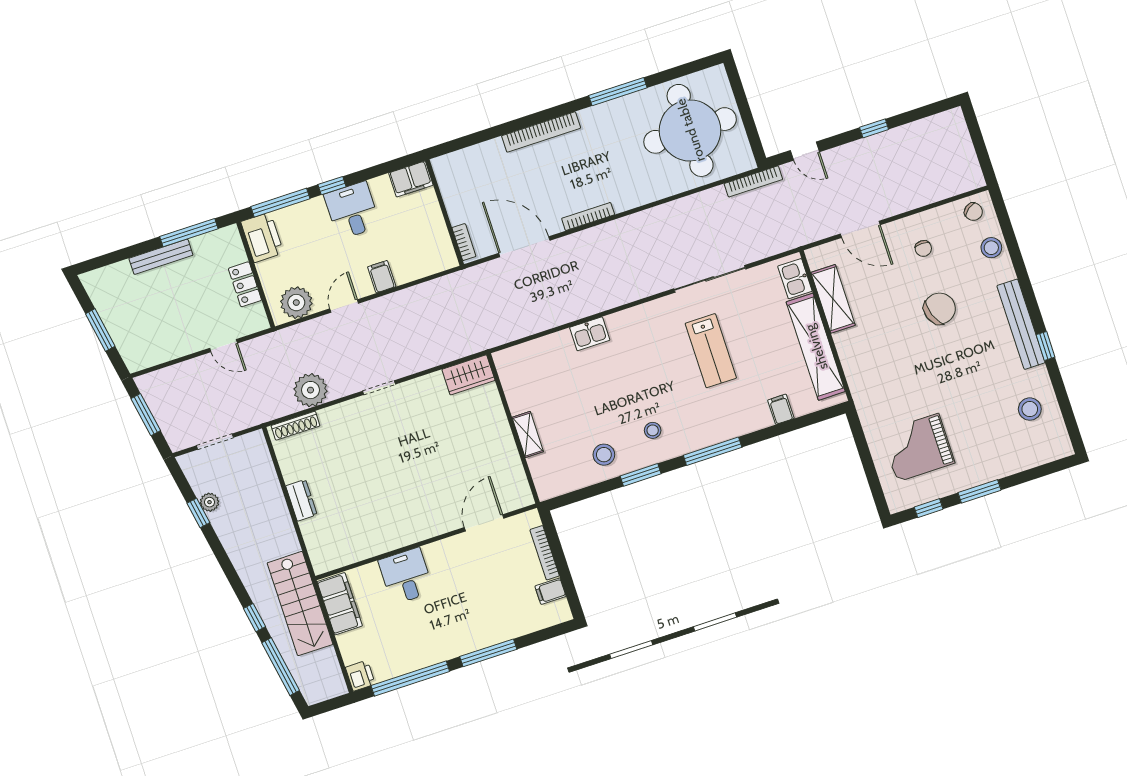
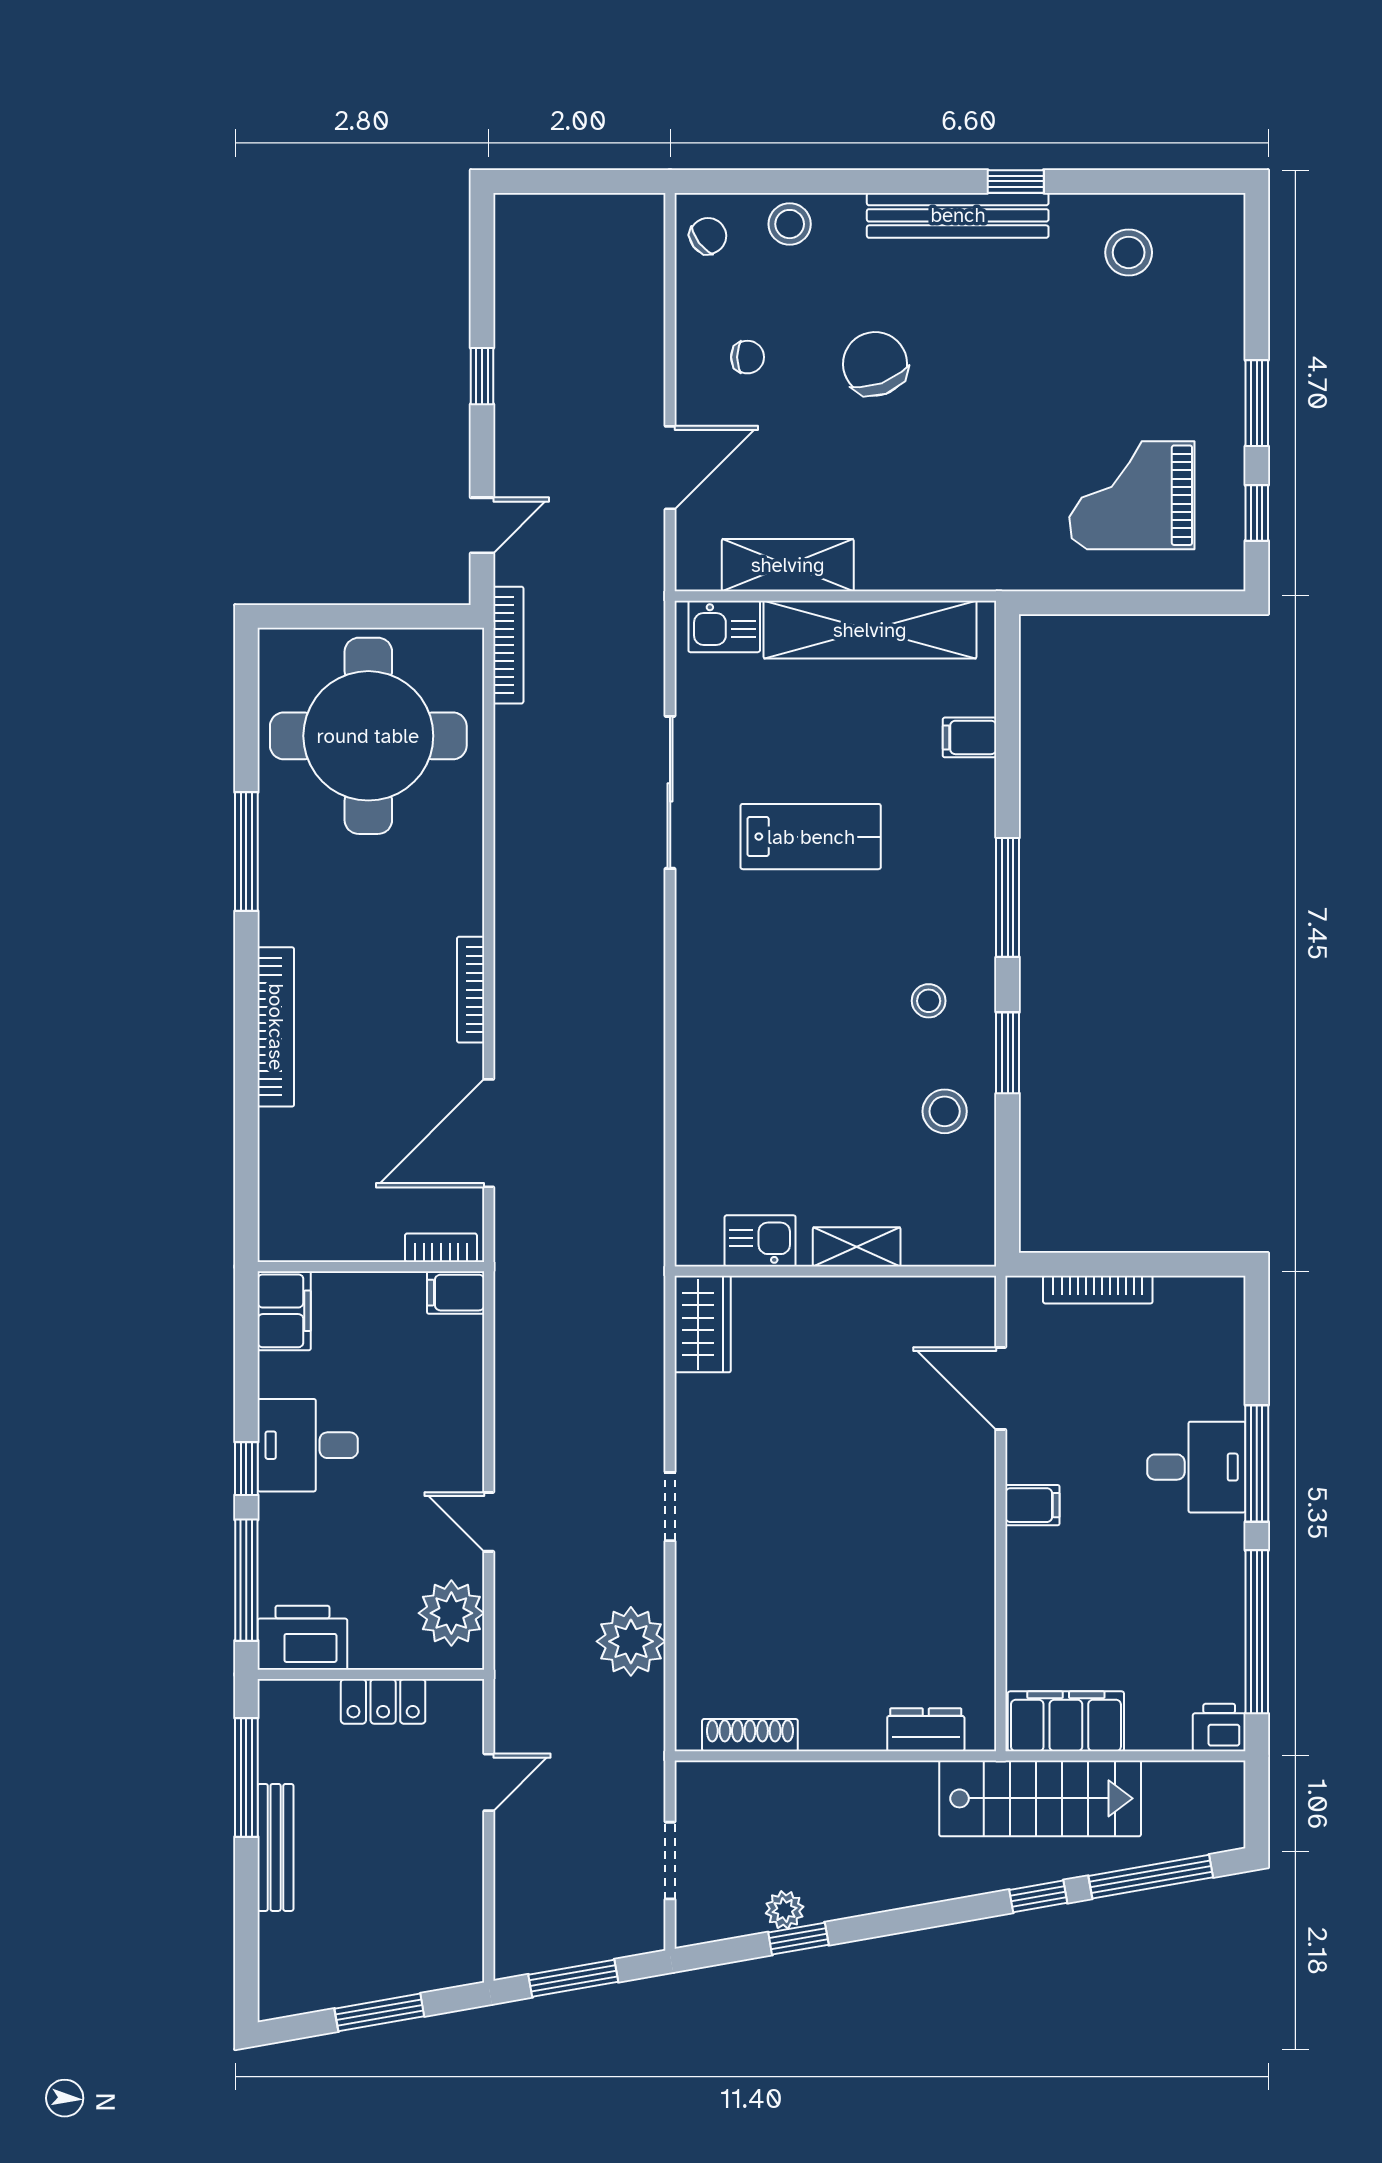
filing cabinet: (382, 277) -> (456, 1293), moved
kitchen sink: (590, 334) -> (760, 1241), moved, turned -90
shoe rack: (295, 426) -> (750, 1735), moved, turned -90
grand piano: (918, 448) -> (1132, 495), turned 90
dresser: (301, 500) -> (926, 1730), moved
desk: (406, 576) -> (1196, 1467), moved, turned 180
filing cabinet: (551, 591) -> (1032, 1505), moved, turned -90

